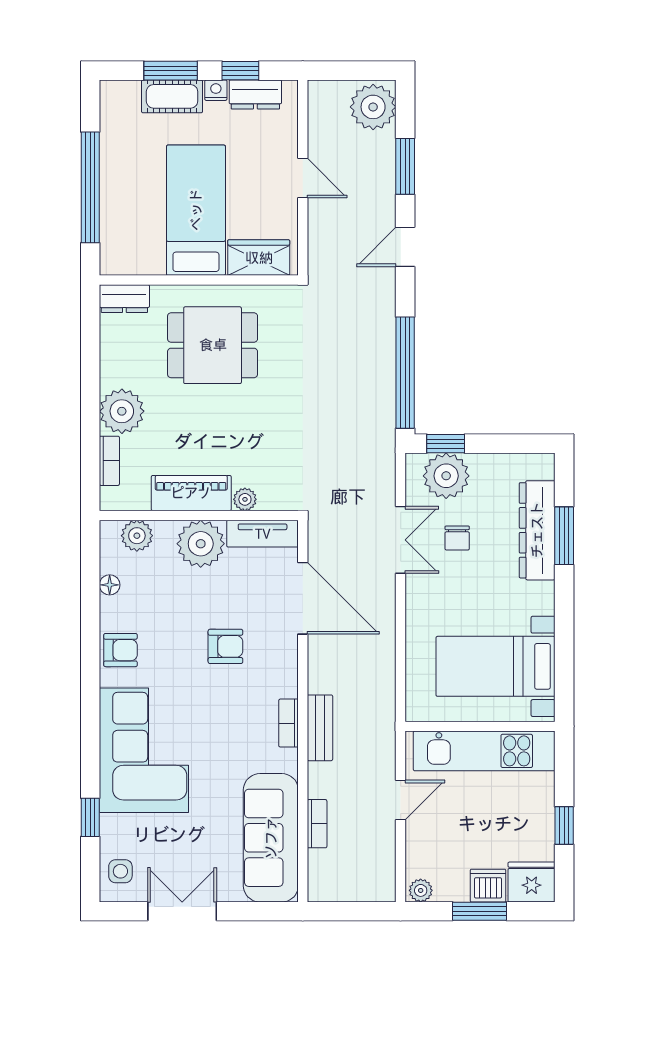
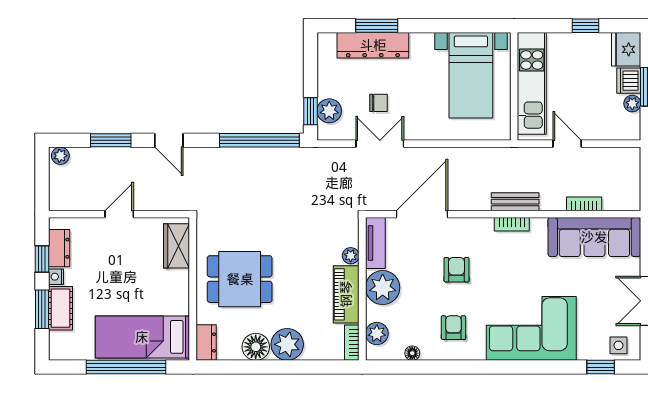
plant: (373, 107) -> (60, 156), width x0.53, depth x0.53
bed: (196, 210) -> (142, 337), moved
dining table: (213, 345) -> (240, 279), turned 90
floor lamp: (118, 368) -> (256, 347), added
bookcase: (109, 461) -> (352, 343), moved, turned -90
plant: (446, 476) -> (329, 111), width x0.73, depth x0.73
armchair: (120, 650) -> (453, 328), moved
window: (90, 817) -> (601, 367), moved
plant: (421, 890) -> (632, 104), moved

